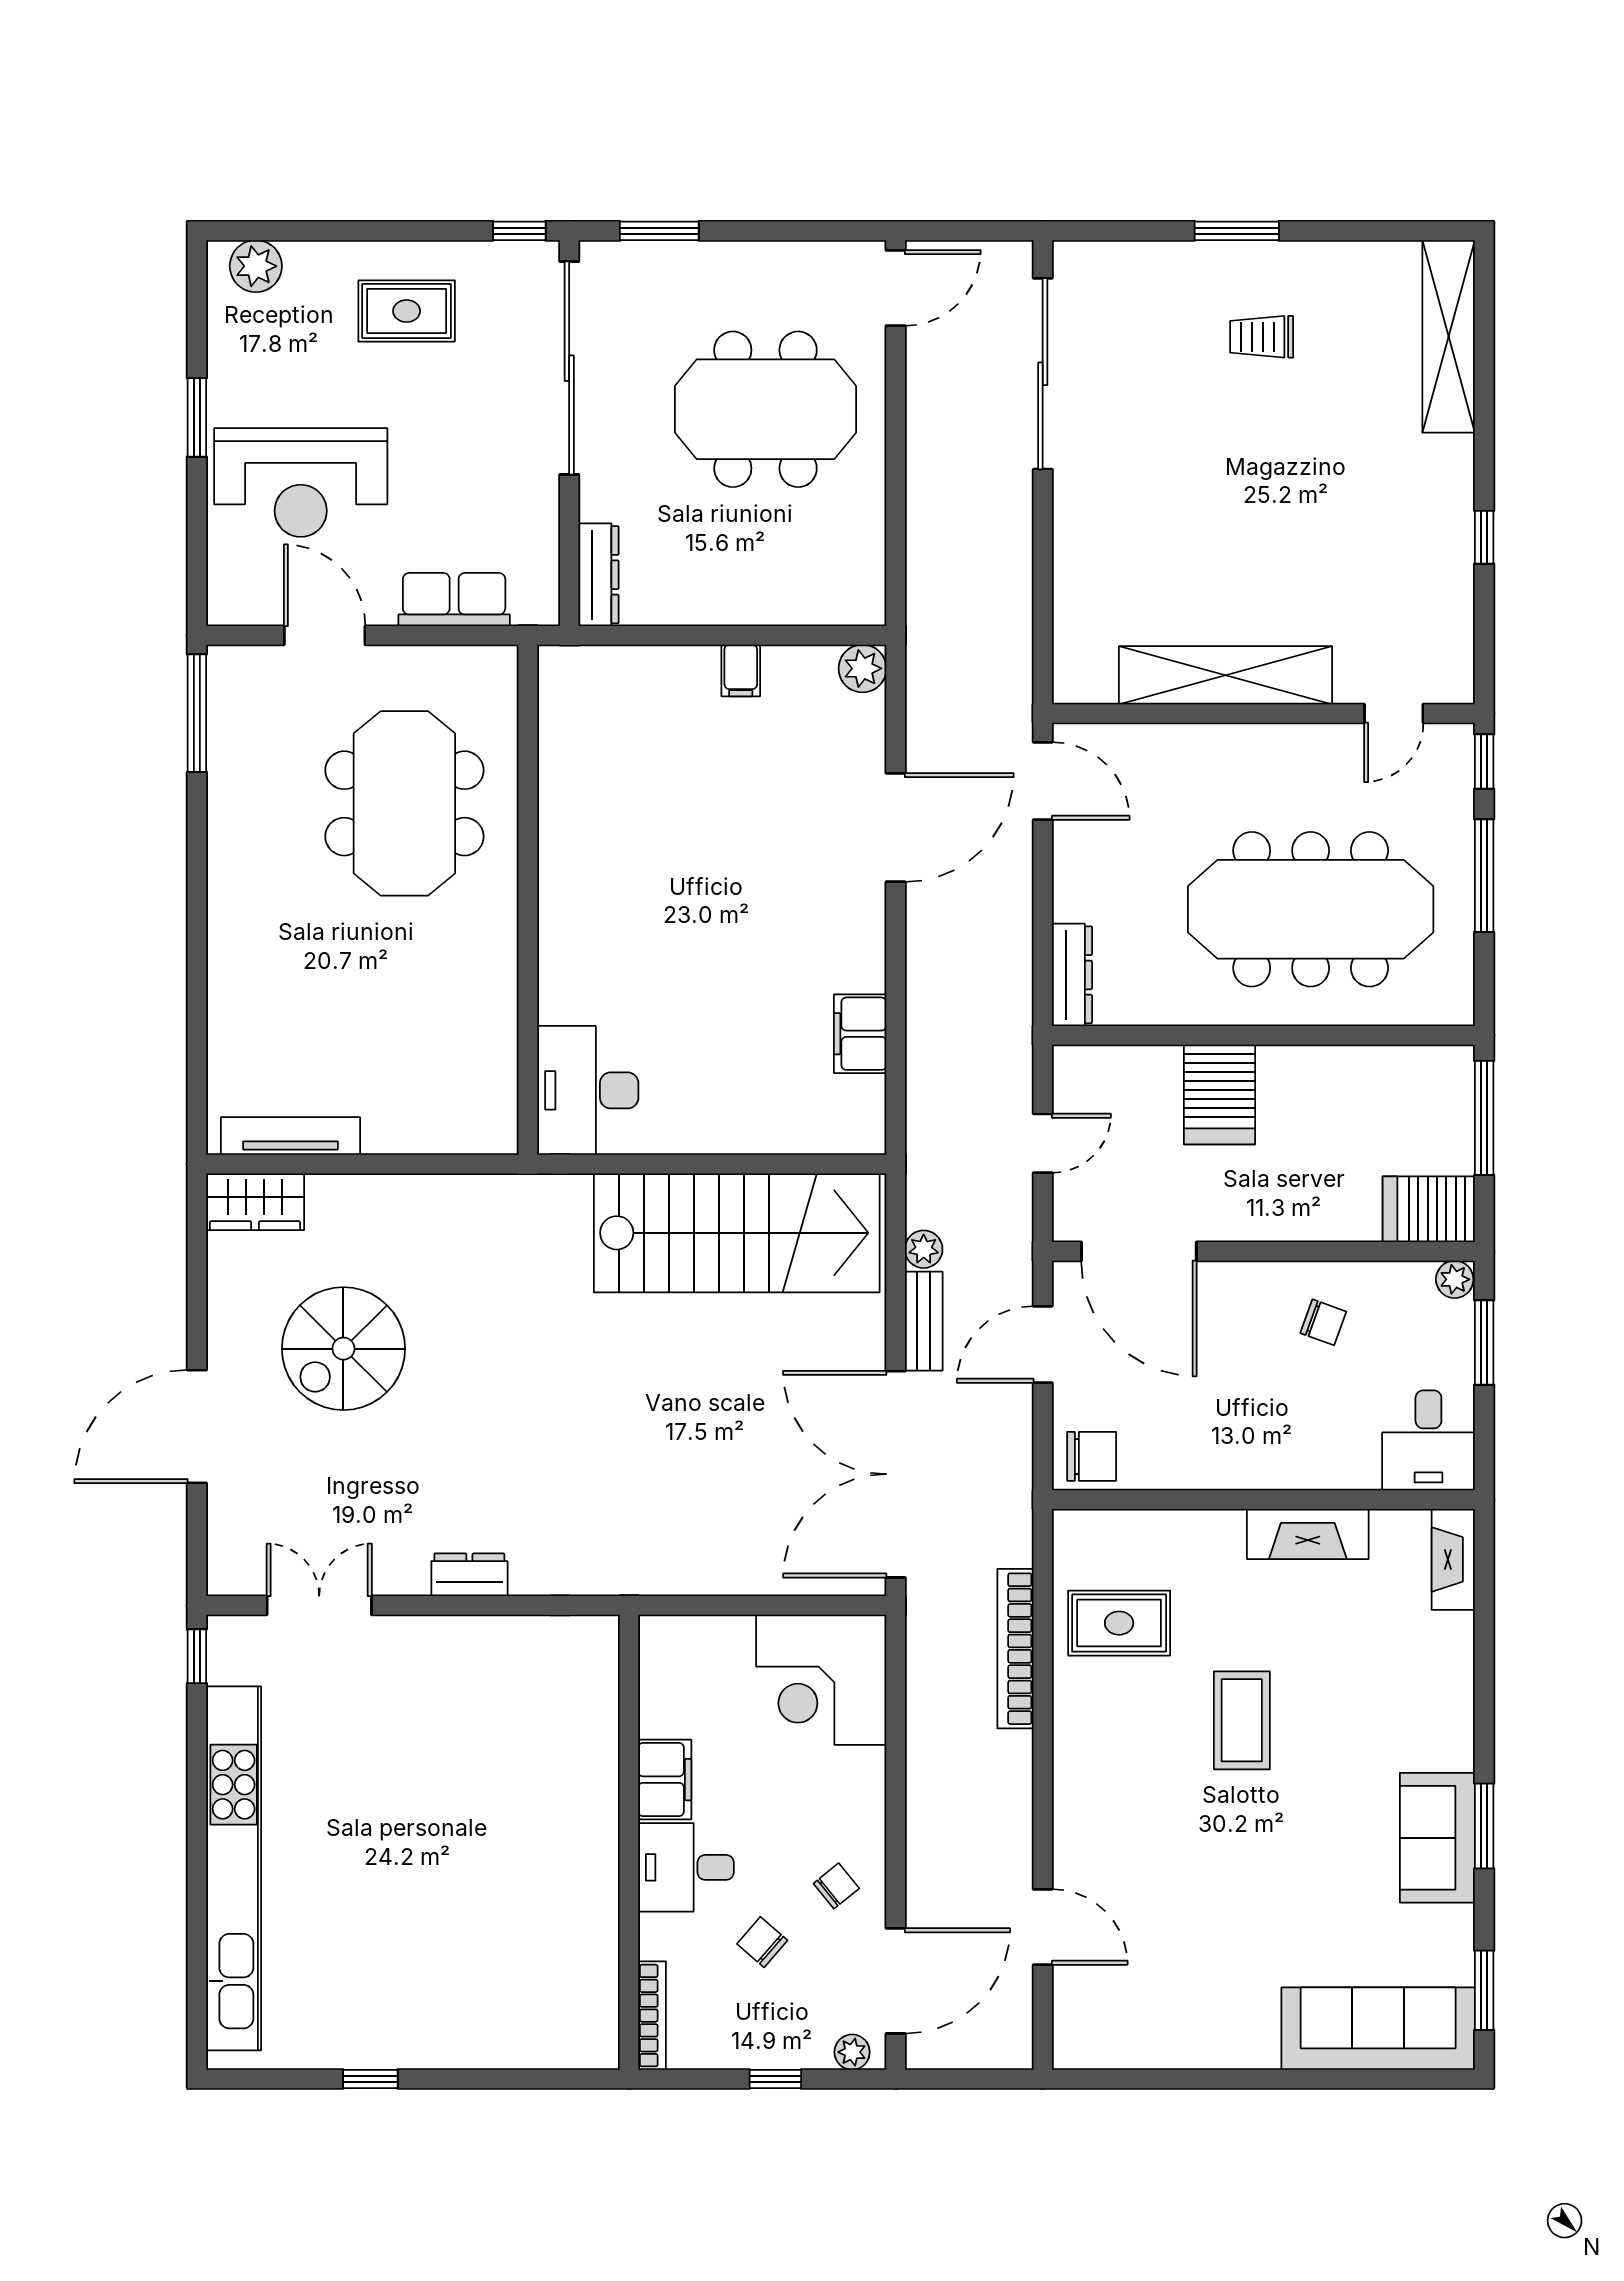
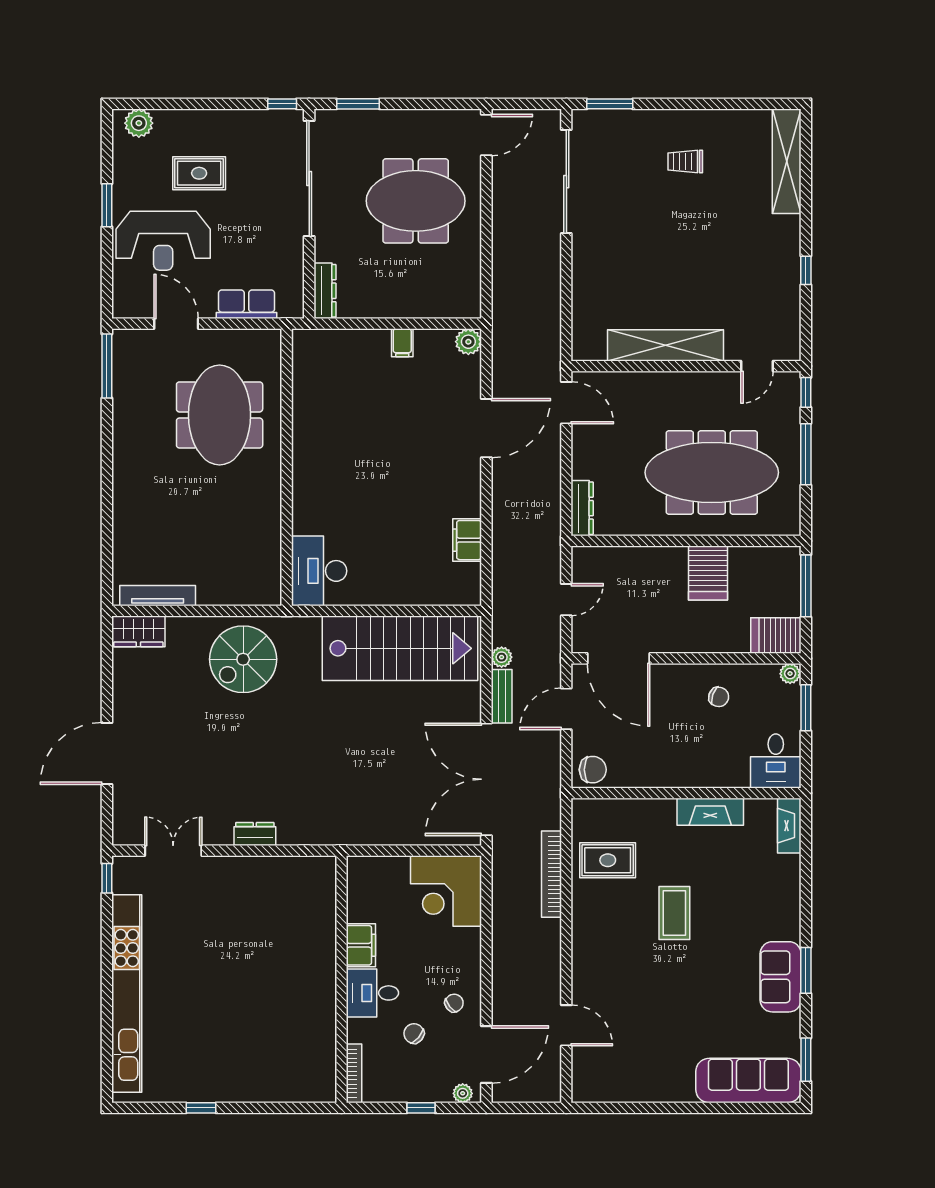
window: (1237, 231) -> (610, 104), moved
rug: (407, 311) -> (199, 173), moved
server rack: (1219, 1094) -> (708, 573), moved
spiral stairs: (343, 1349) -> (243, 659), moved

